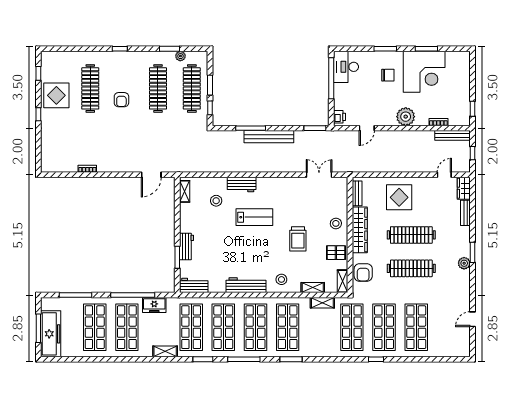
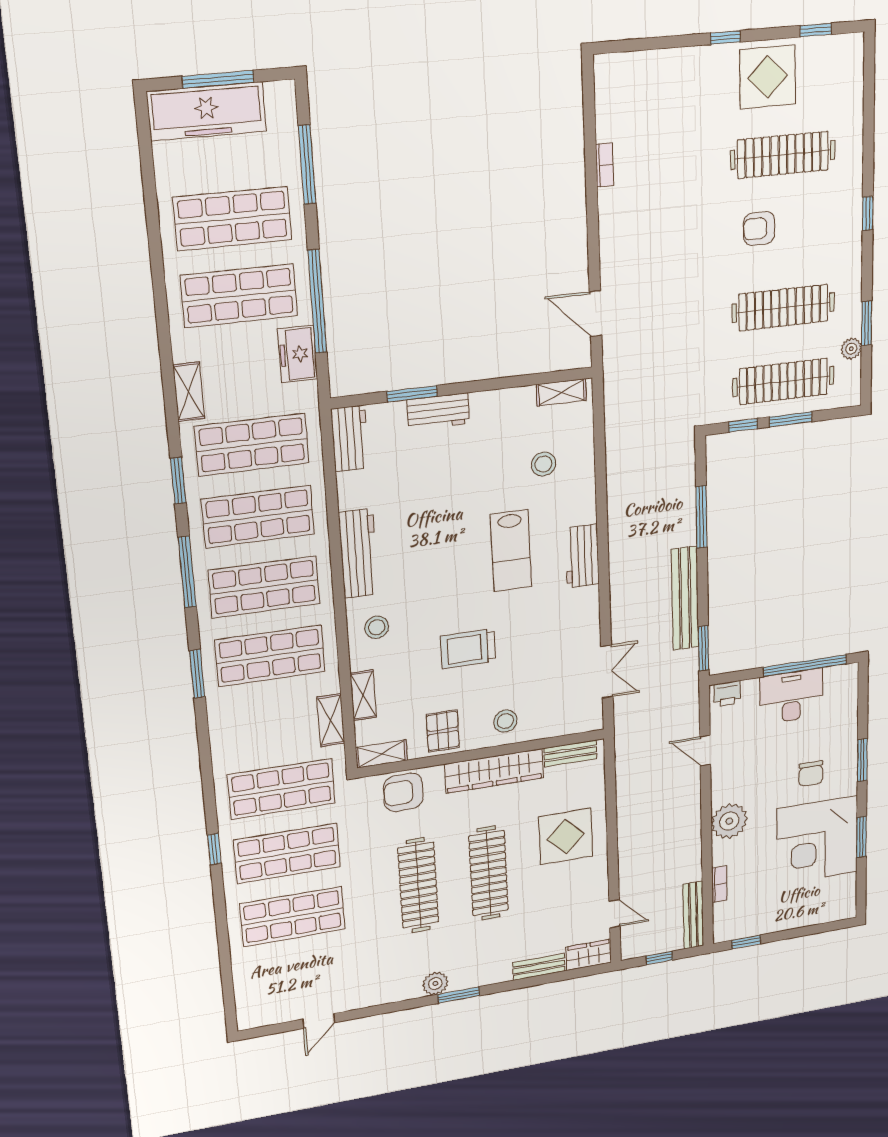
desk: (346, 67) -> (791, 696), moved
bench: (269, 137) -> (685, 598), moved
workbench: (242, 185) -> (582, 556), moved
door: (473, 319) -> (319, 1021), swing flipped

